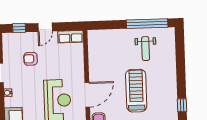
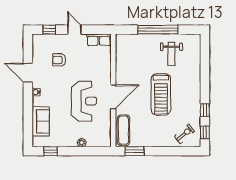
window: (147, 24) -> (158, 30), moved
door: (45, 27) -> (74, 30), swing flipped
treadmill: (136, 91) -> (161, 94), turned 180

